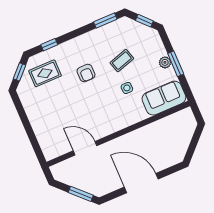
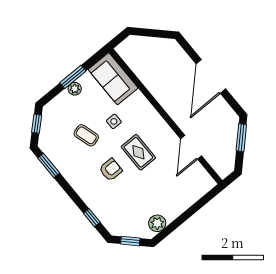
rug: (45, 73) -> (138, 152), moved
plant: (28, 100) -> (157, 223), added

